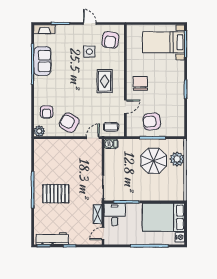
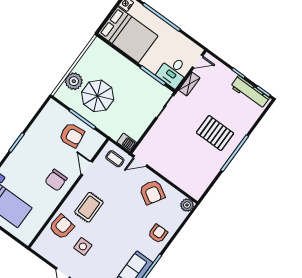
armchair: (110, 40) -> (62, 227), moved
door: (125, 107) -> (87, 168), hinge flipped
armchair: (47, 112) -> (158, 234), moved

